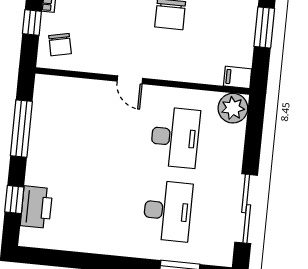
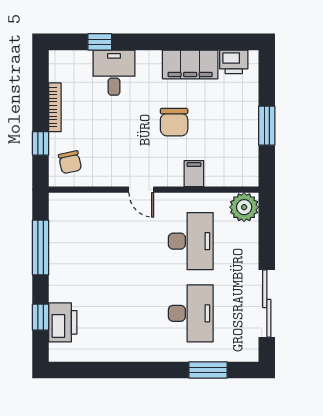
filing cabinet: (238, 77) -> (194, 174), moved, turned 90

